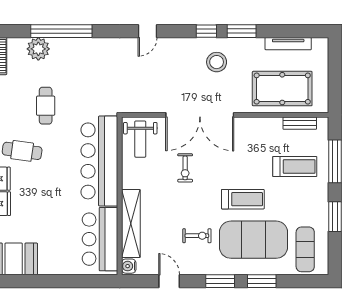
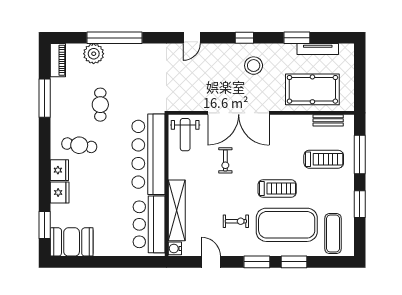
window: (242, 31) -> (297, 38), moved

